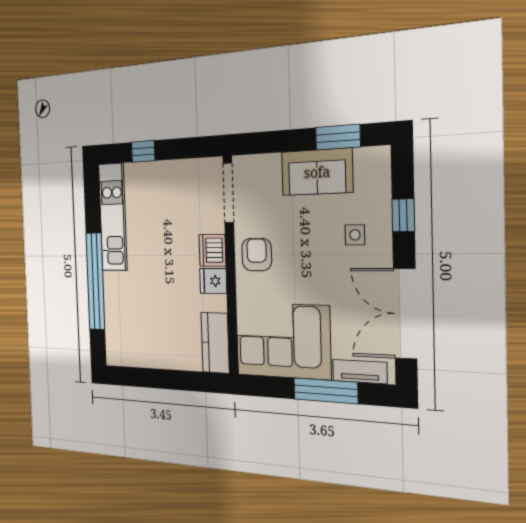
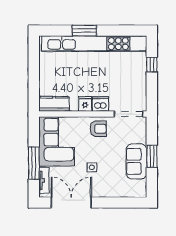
window: (338, 137) -> (152, 156), moved
window: (403, 215) -> (115, 203), removed
kitchen unit: (113, 217) -> (94, 44), width x1.86
side table: (355, 235) -> (92, 167), moved
window: (95, 281) -> (84, 31), width x0.47

